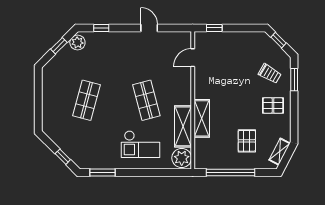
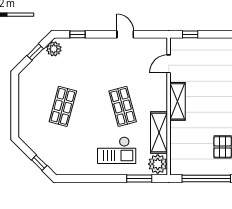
shelving: (202, 118) -> (178, 101), moved
window: (102, 172) -> (139, 178), moved

